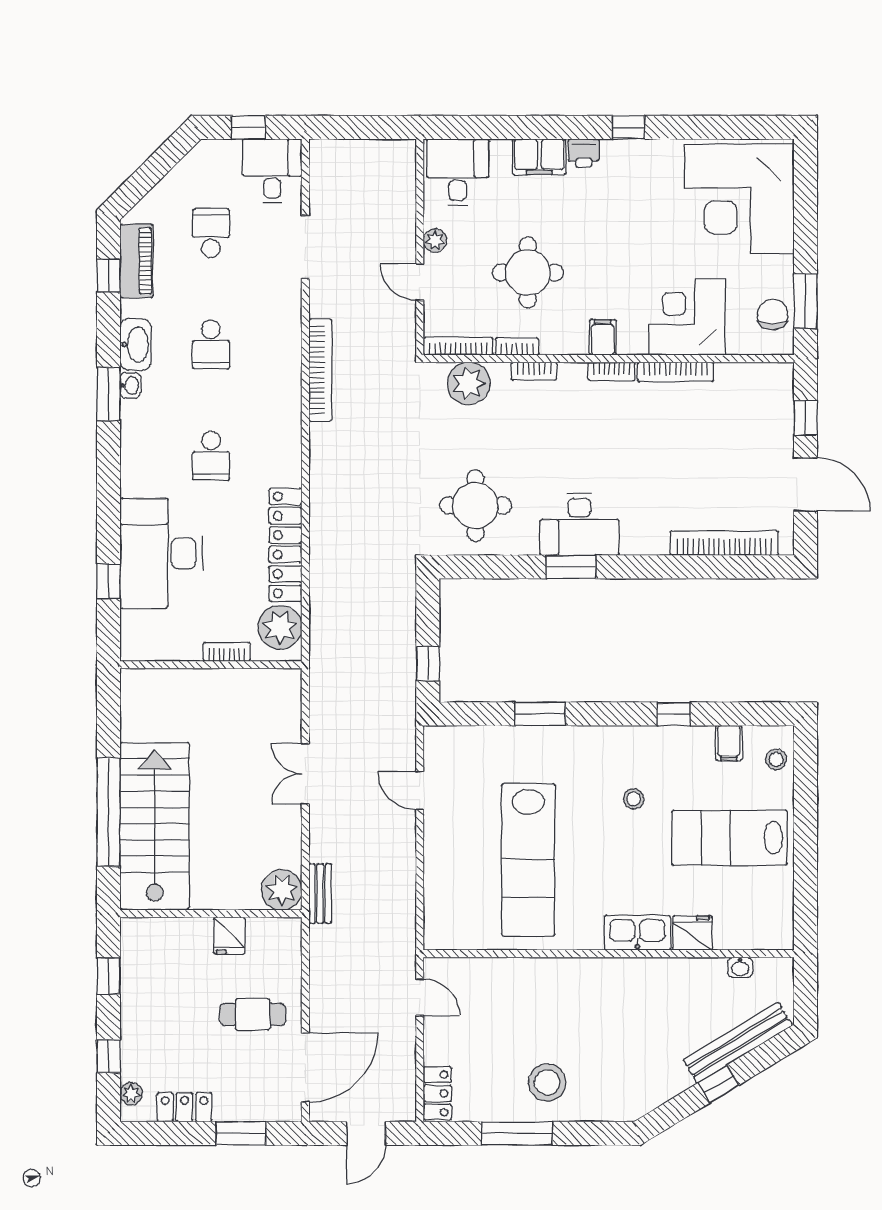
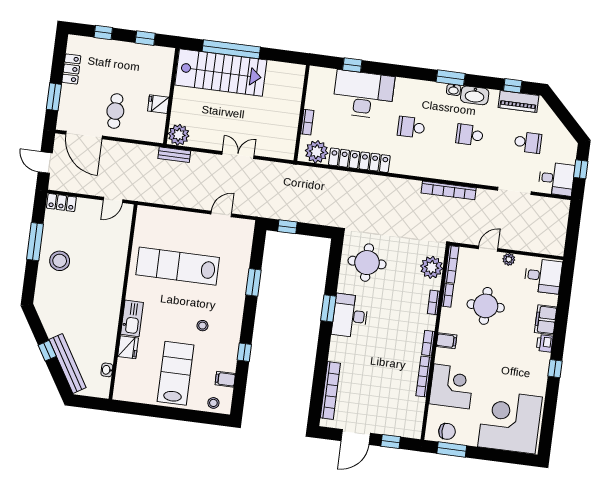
plant: (131, 1094) -> (82, 42), removed

